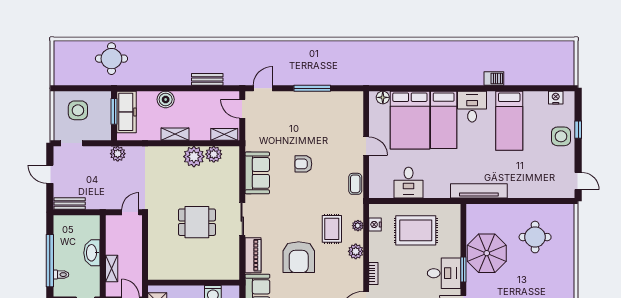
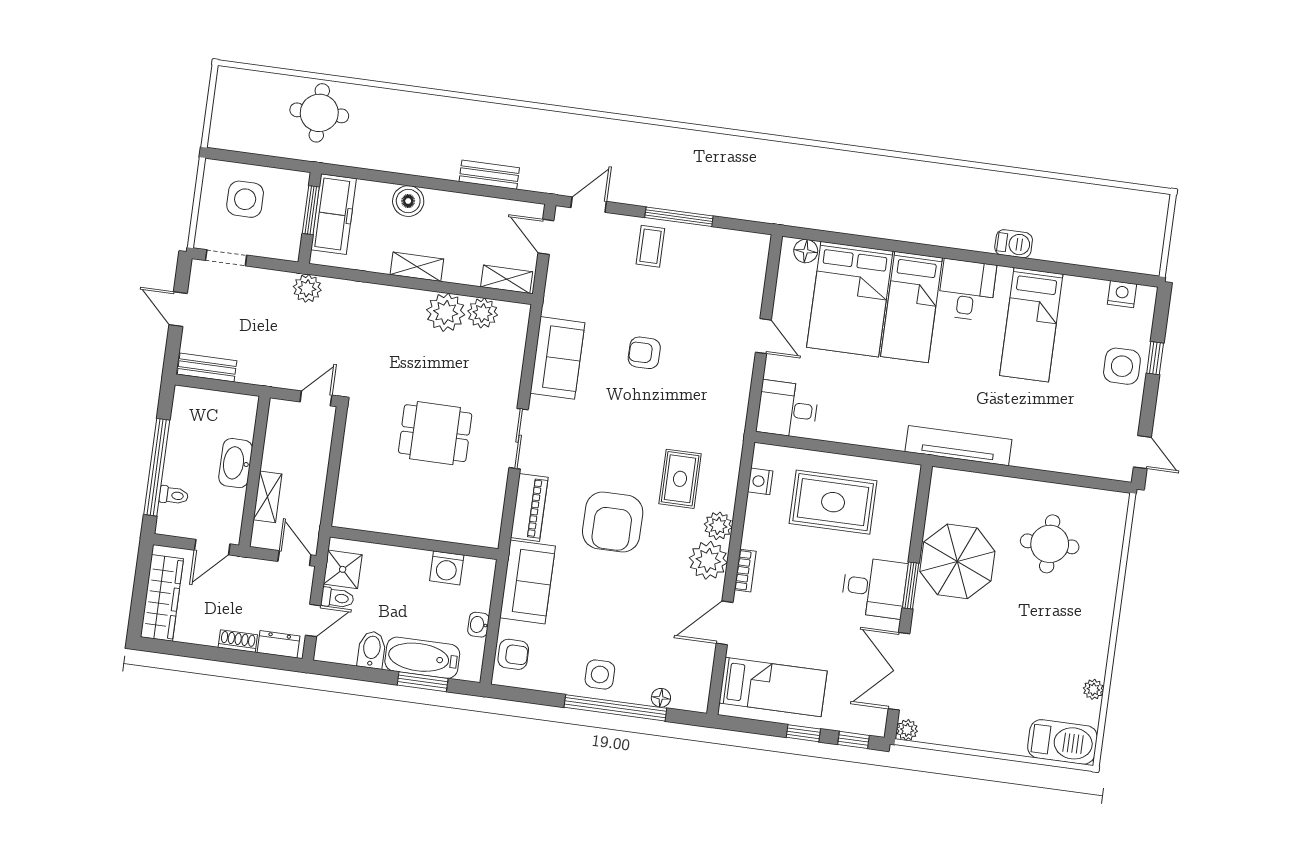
desk: (409, 183) -> (788, 409), moved, turned 90
coffee table: (355, 184) -> (650, 246), moved
plant: (358, 226) -> (708, 560), moved, width x1.88, depth x1.88

